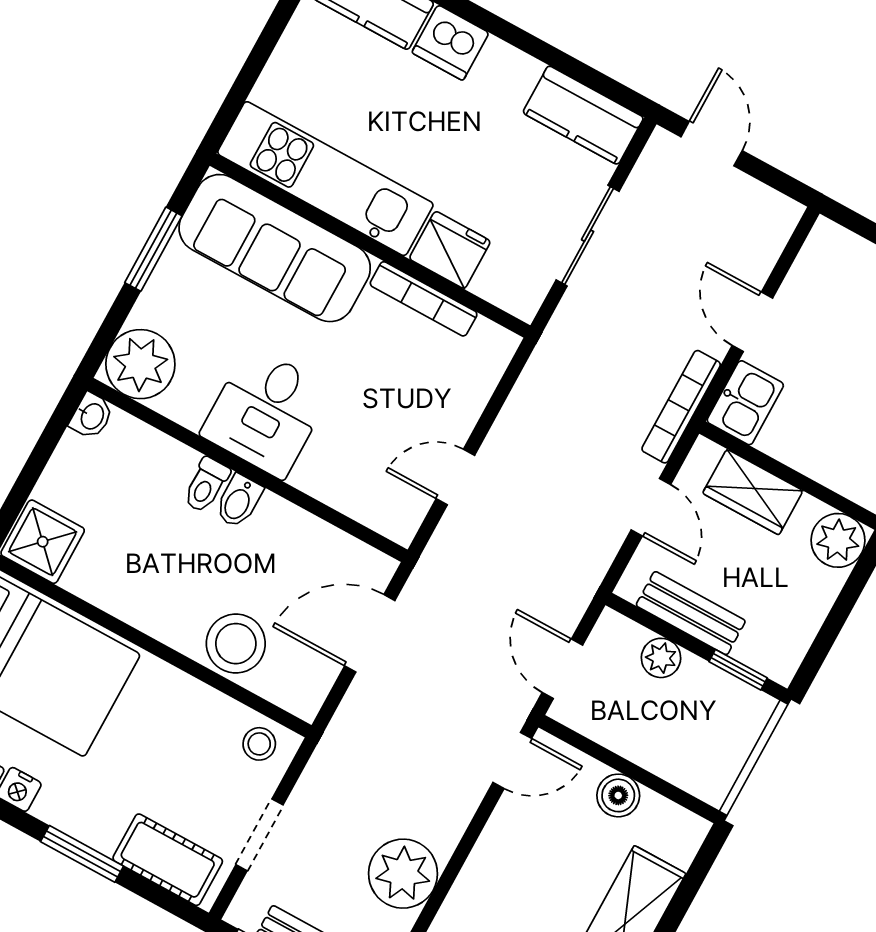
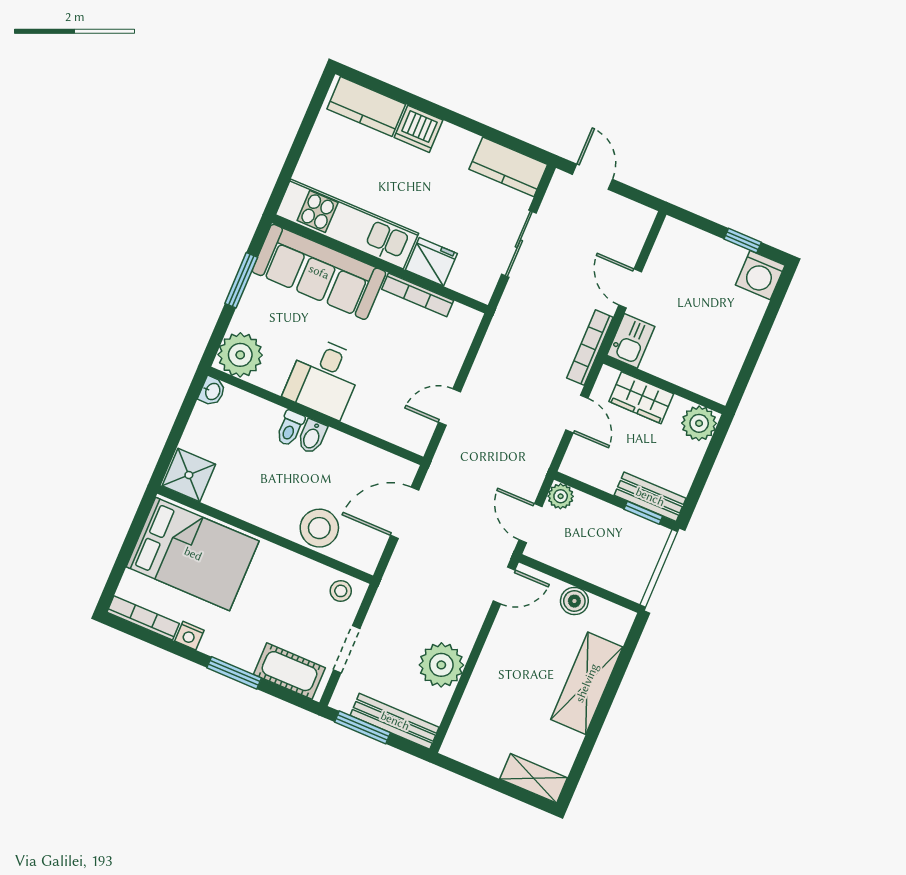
bench: (691, 613) -> (650, 497), moved
plant: (661, 658) -> (561, 496), moved

